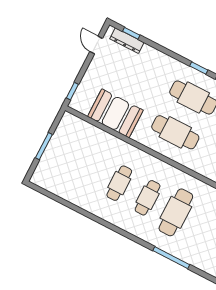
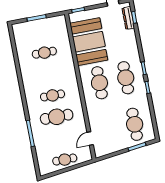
booth: (115, 113) -> (89, 42), width x1.36, depth x1.42
cafe table: (119, 183) -> (44, 53), moved

